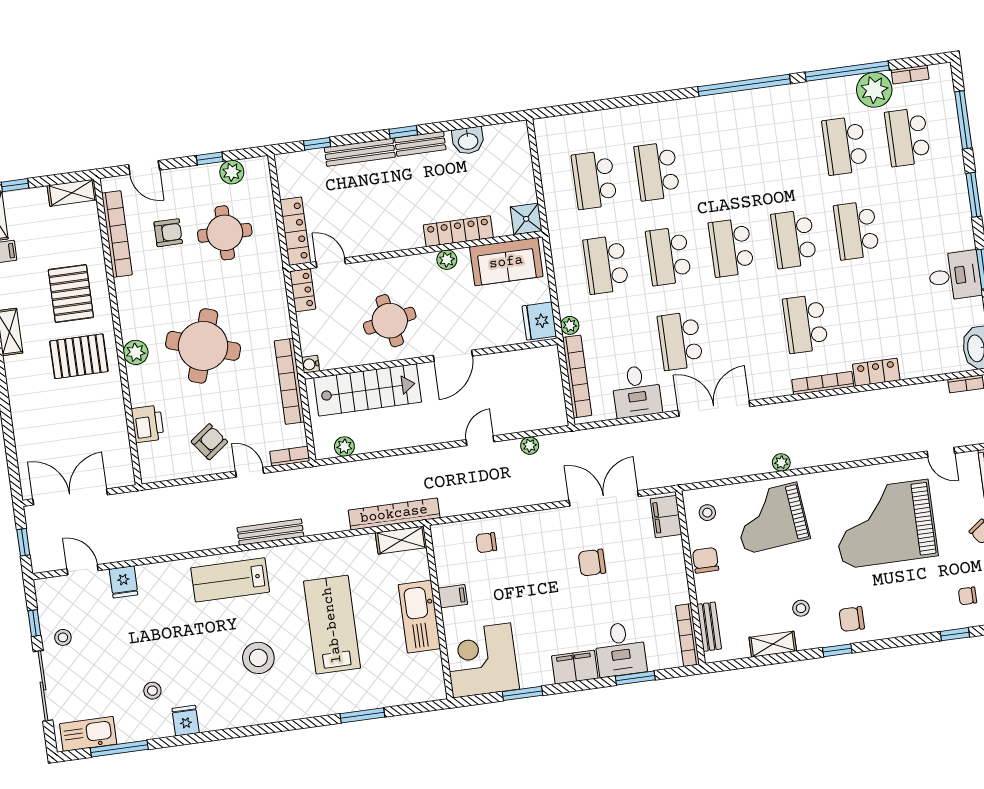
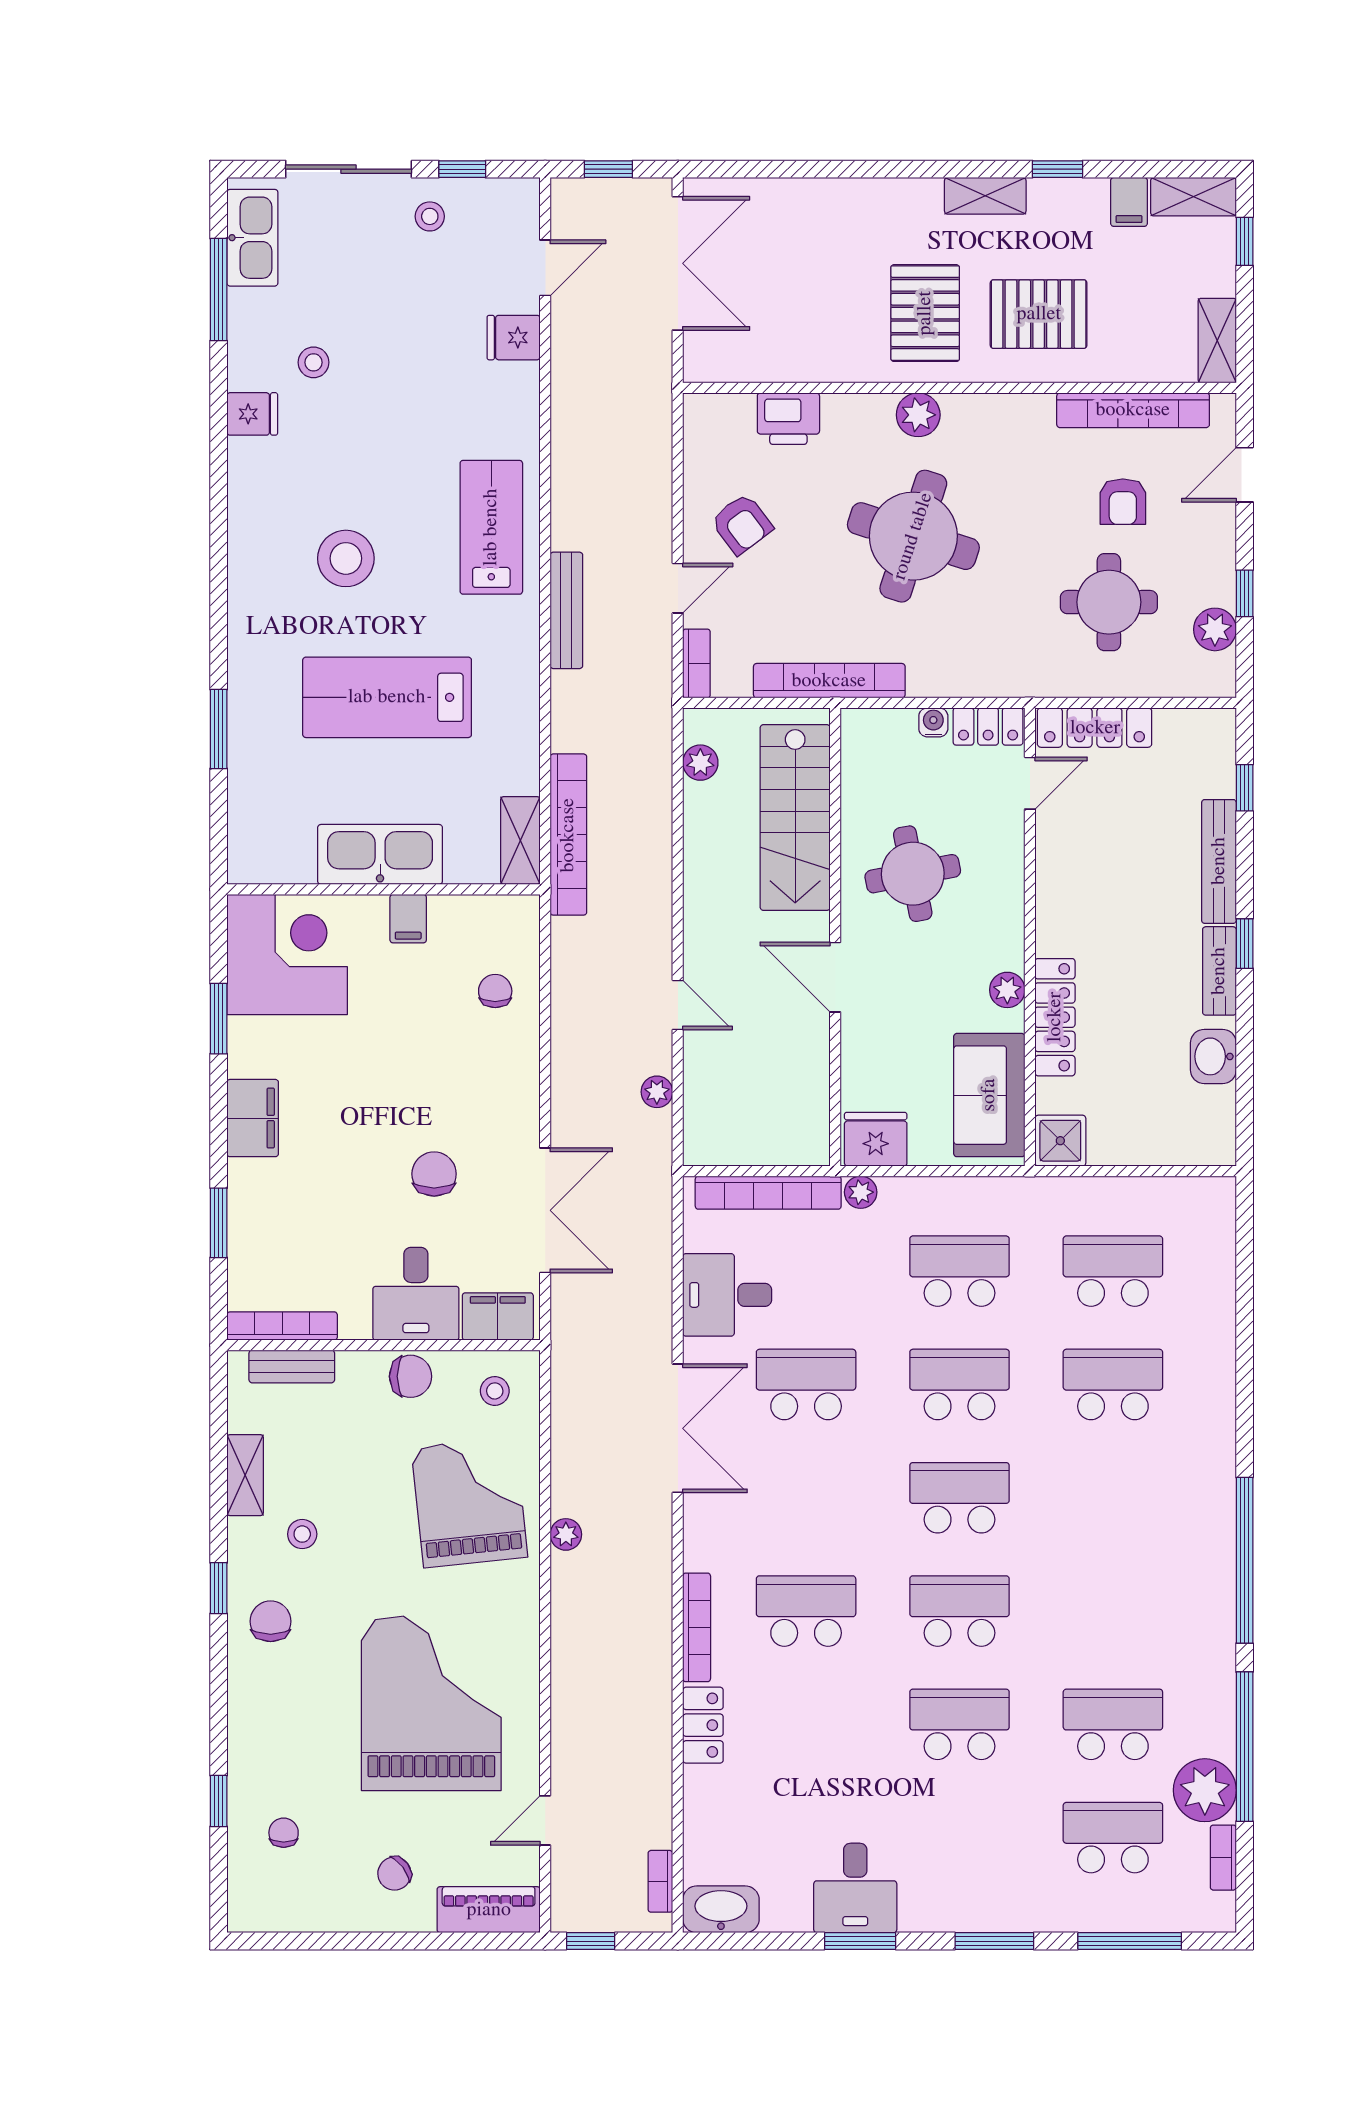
water cooler: (310, 364) -> (933, 722), moved
lab bench: (332, 625) -> (387, 697), turned 180
desk: (620, 649) -> (416, 1294), moved, turned -90

